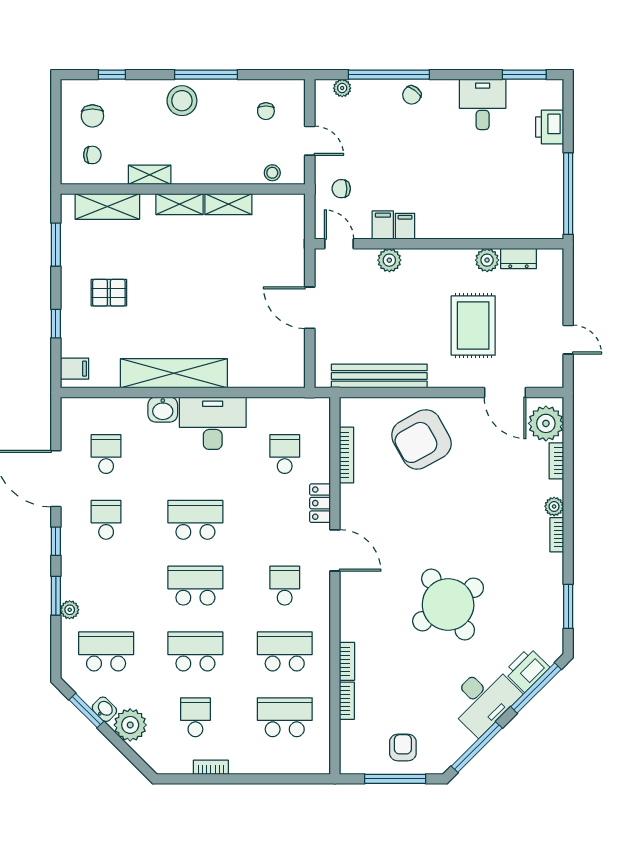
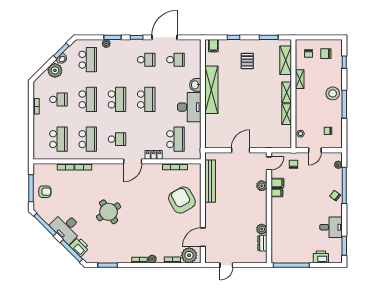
rug: (473, 326) -> (233, 223), removed
school desk: (285, 454) -> (175, 139), width x1.85
round table: (448, 605) -> (109, 212), width x0.73, depth x0.73

